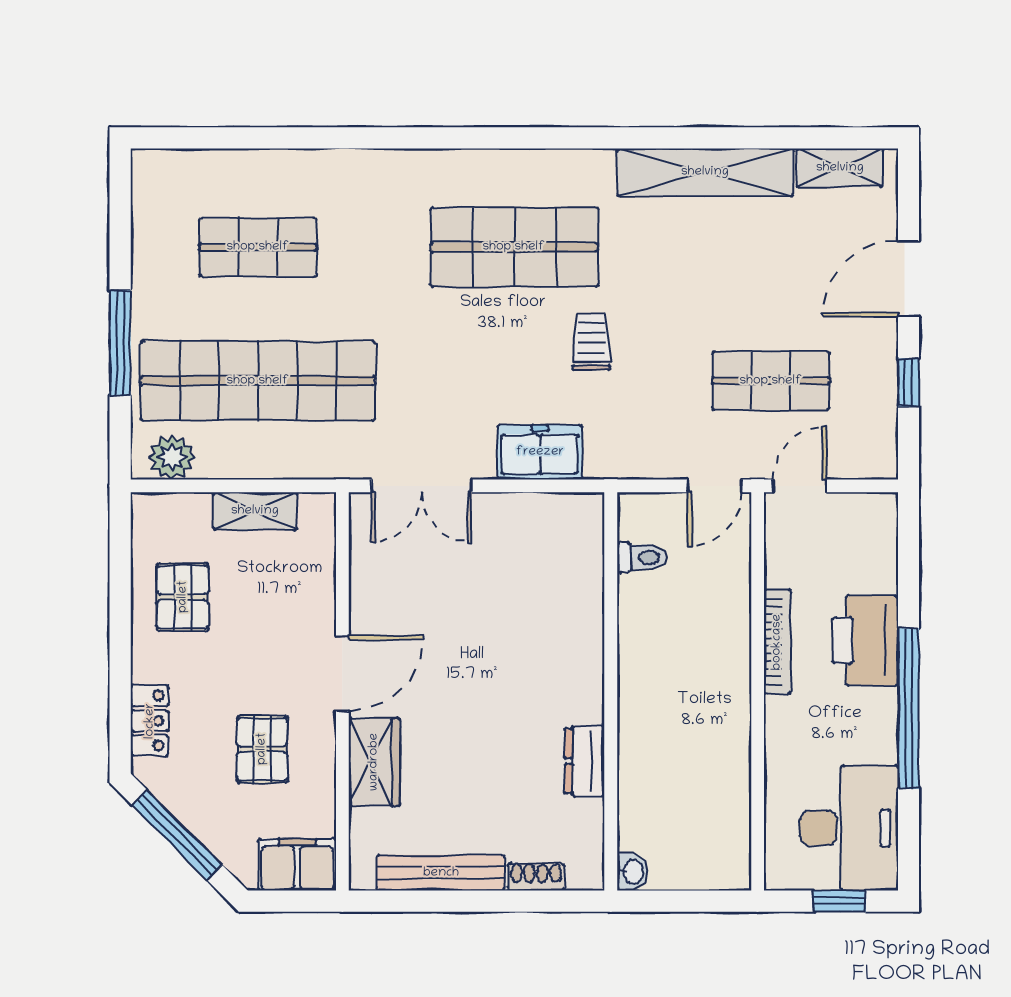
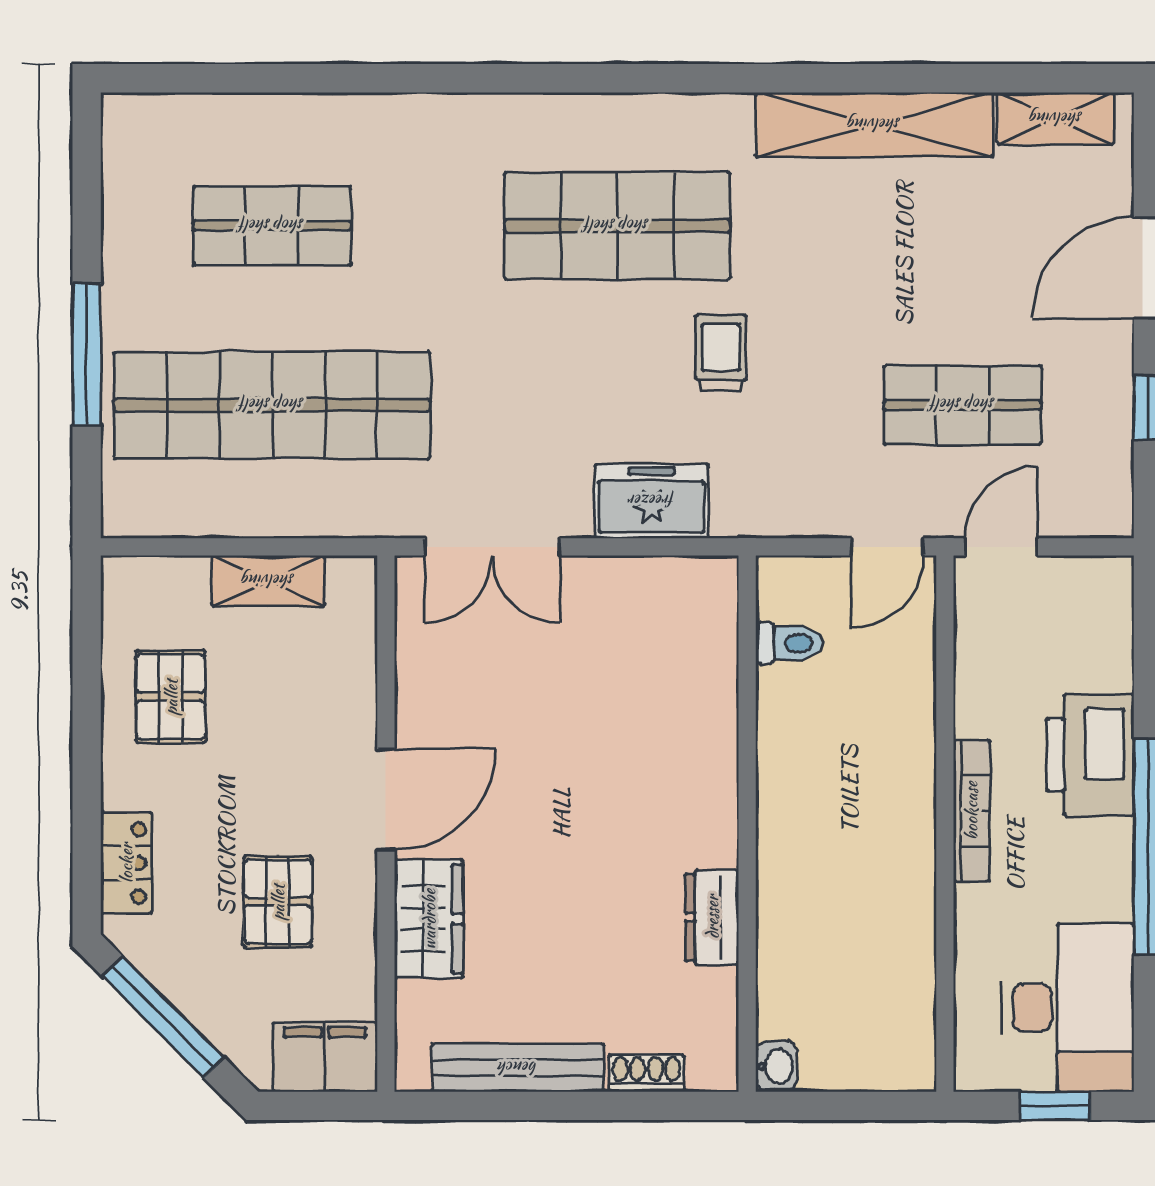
plant: (172, 457) -> (156, 508), removed
bookcase: (777, 642) -> (971, 811), moved

